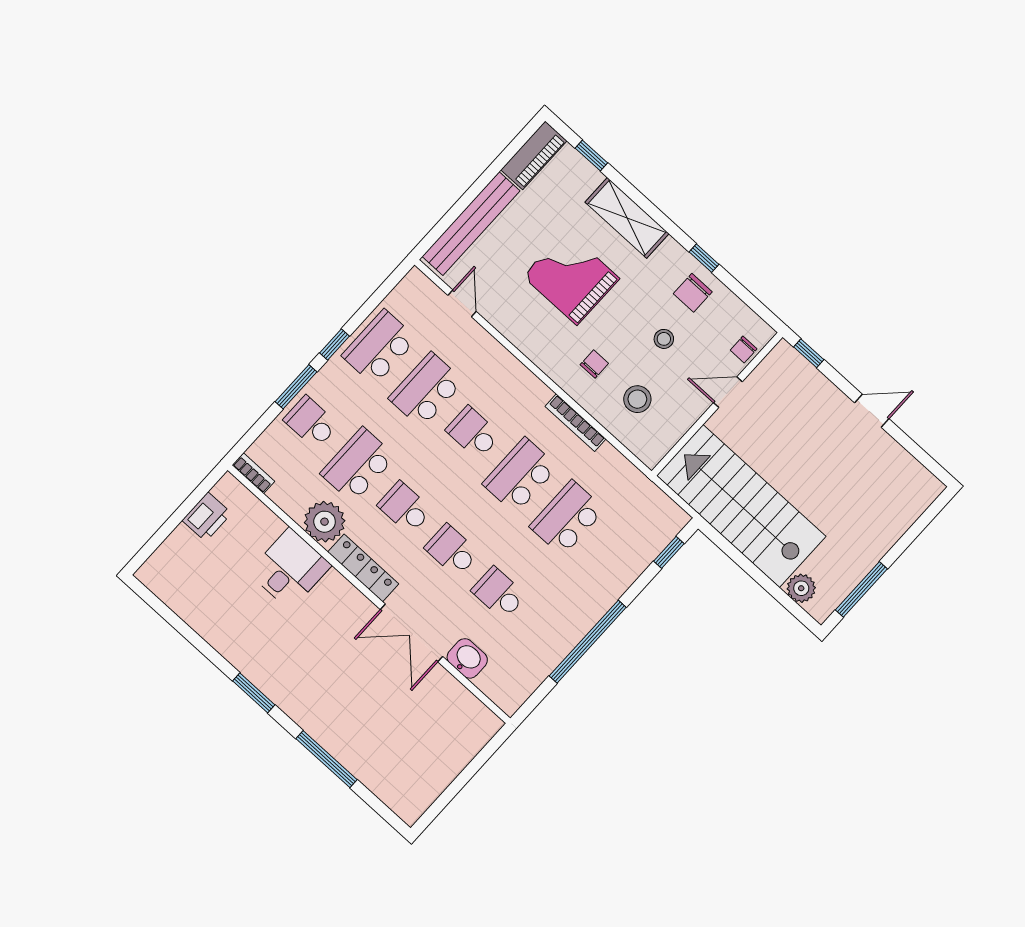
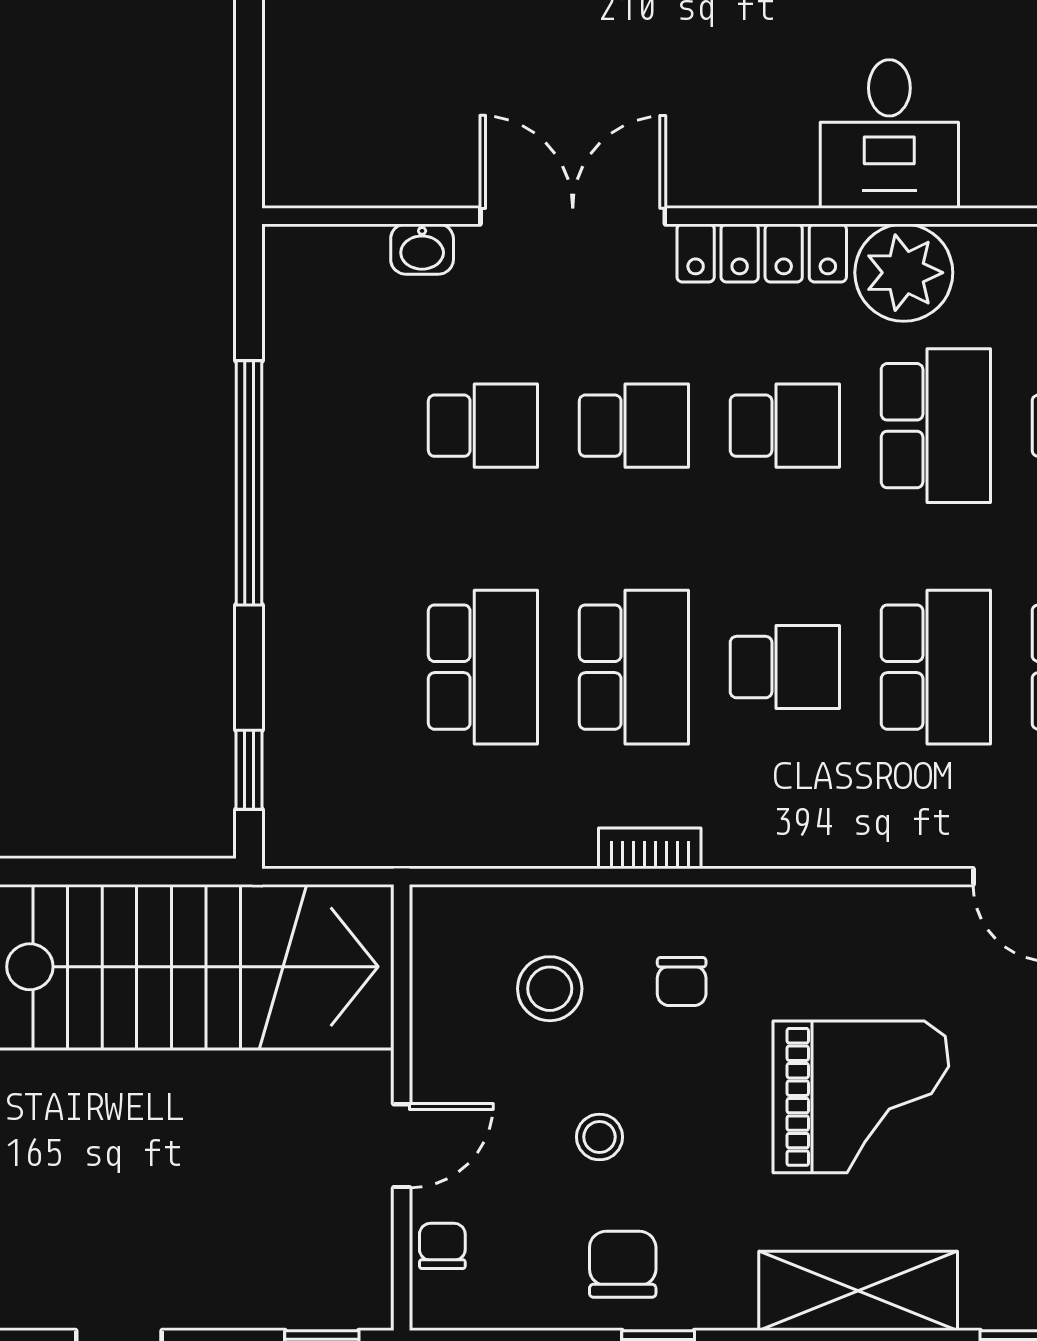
bookcase: (575, 423) -> (650, 848), width x0.64
washbasin: (467, 658) -> (422, 249), width x0.72, depth x0.69

